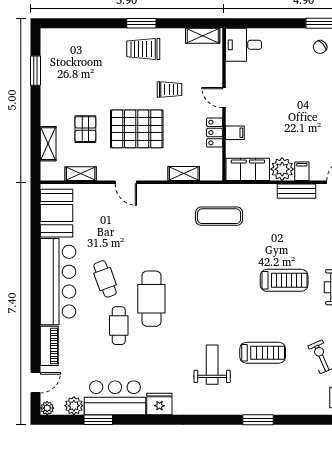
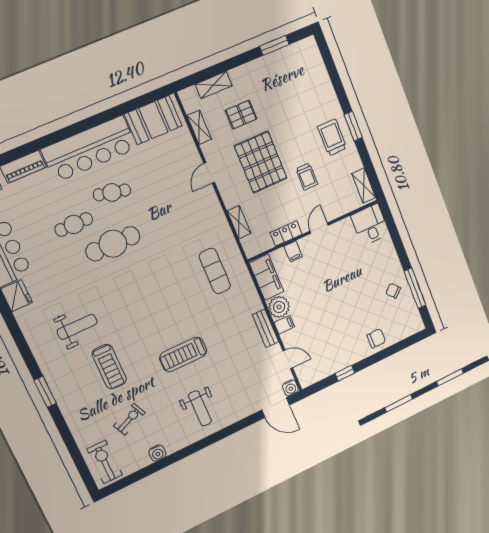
cafe table: (105, 279) -> (112, 192), turned 33
treadmill: (284, 280) -> (183, 354), turned 90

